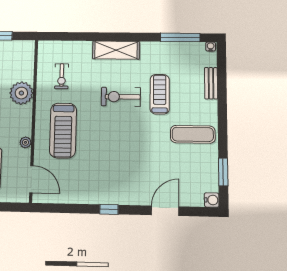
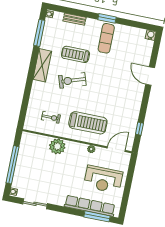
shelving: (116, 50) -> (42, 65), moved
exercise bike: (121, 97) -> (72, 80), turned 72
window: (223, 172) -> (107, 18), moved
window: (109, 209) -> (139, 129), moved
door: (165, 211) -> (150, 76), moved

